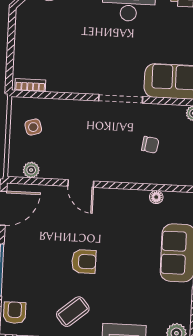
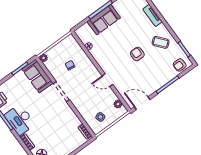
door: (81, 184) -> (108, 80), swing flipped

